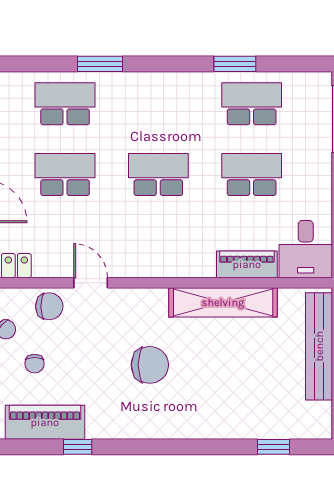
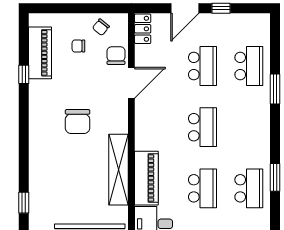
piano: (247, 264) -> (146, 178), width x1.37, depth x1.33
door: (91, 283) -> (131, 83), width x1.38
chair: (49, 306) -> (116, 56), turned 180

